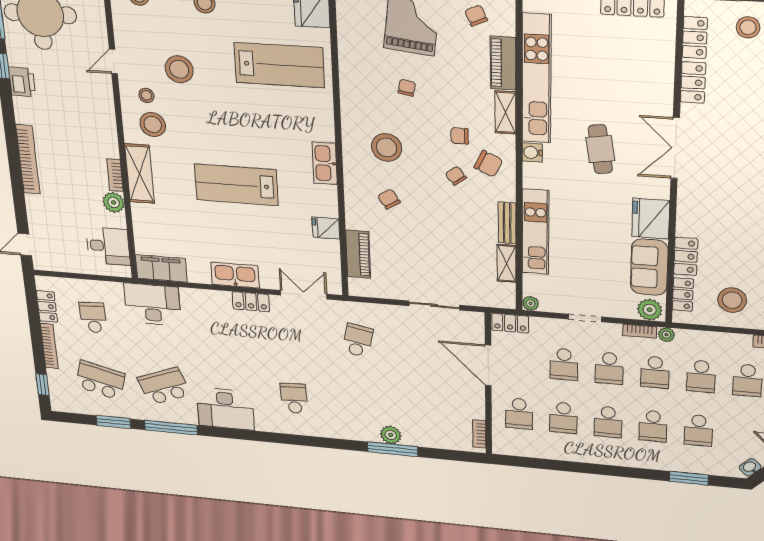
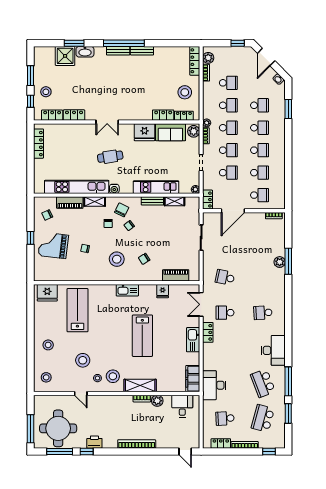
double door: (675, 148) -> (107, 122), width x0.73
school desk: (290, 335) -> (225, 313), added

